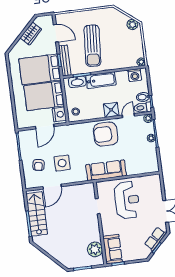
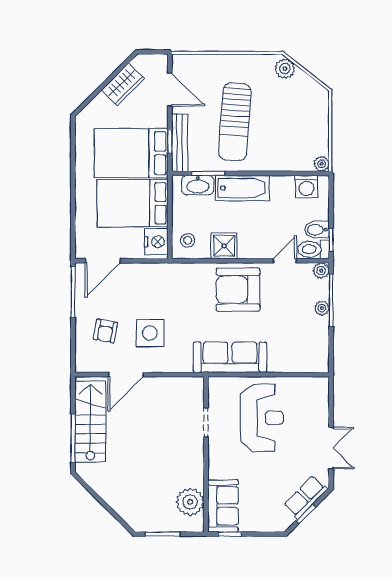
plant: (132, 24) -> (285, 69), moved
shower: (111, 110) -> (224, 246), moved
door: (45, 126) -> (103, 261), moved

